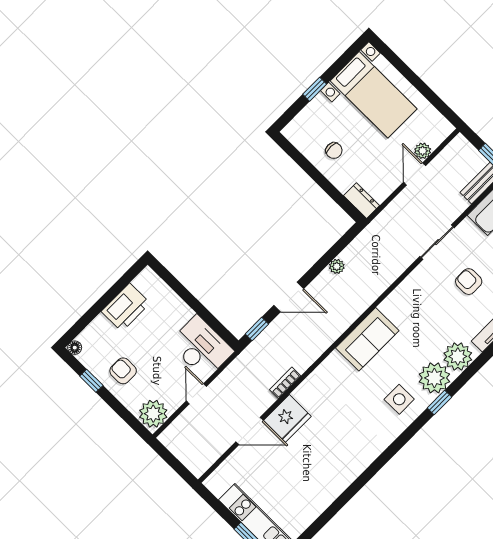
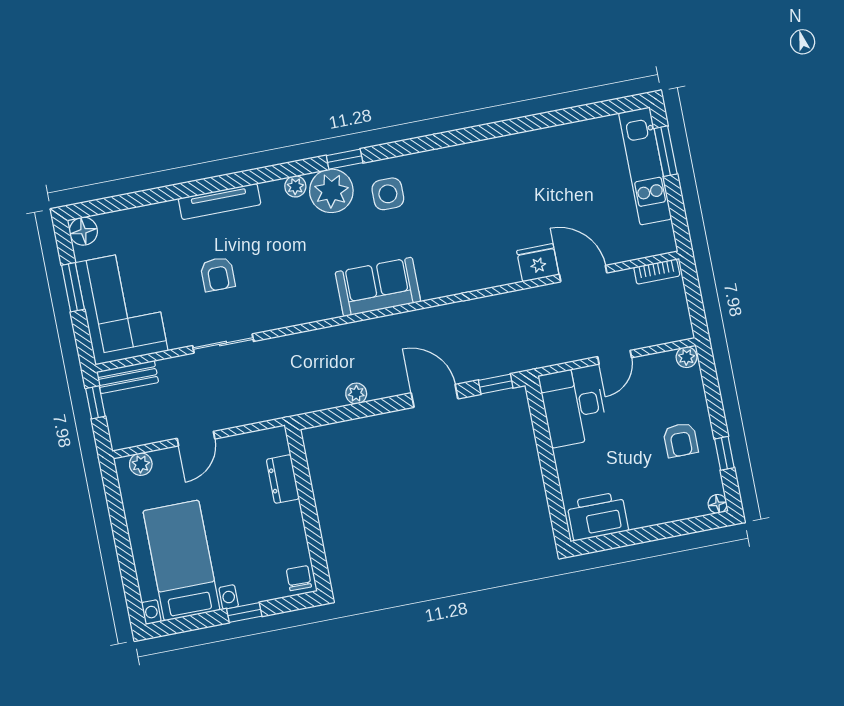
chair: (334, 151) -> (299, 578), moved
plant: (423, 151) -> (141, 464), moved
dresser: (362, 201) -> (283, 479), moved
printer: (126, 307) -> (598, 516), moved
plant: (458, 356) -> (295, 186), width x0.53, depth x0.53
bookcase: (285, 383) -> (657, 272), moved
plant: (153, 414) -> (686, 357), width x0.53, depth x0.53
fridge: (287, 418) -> (538, 263), width x0.73, depth x0.75

